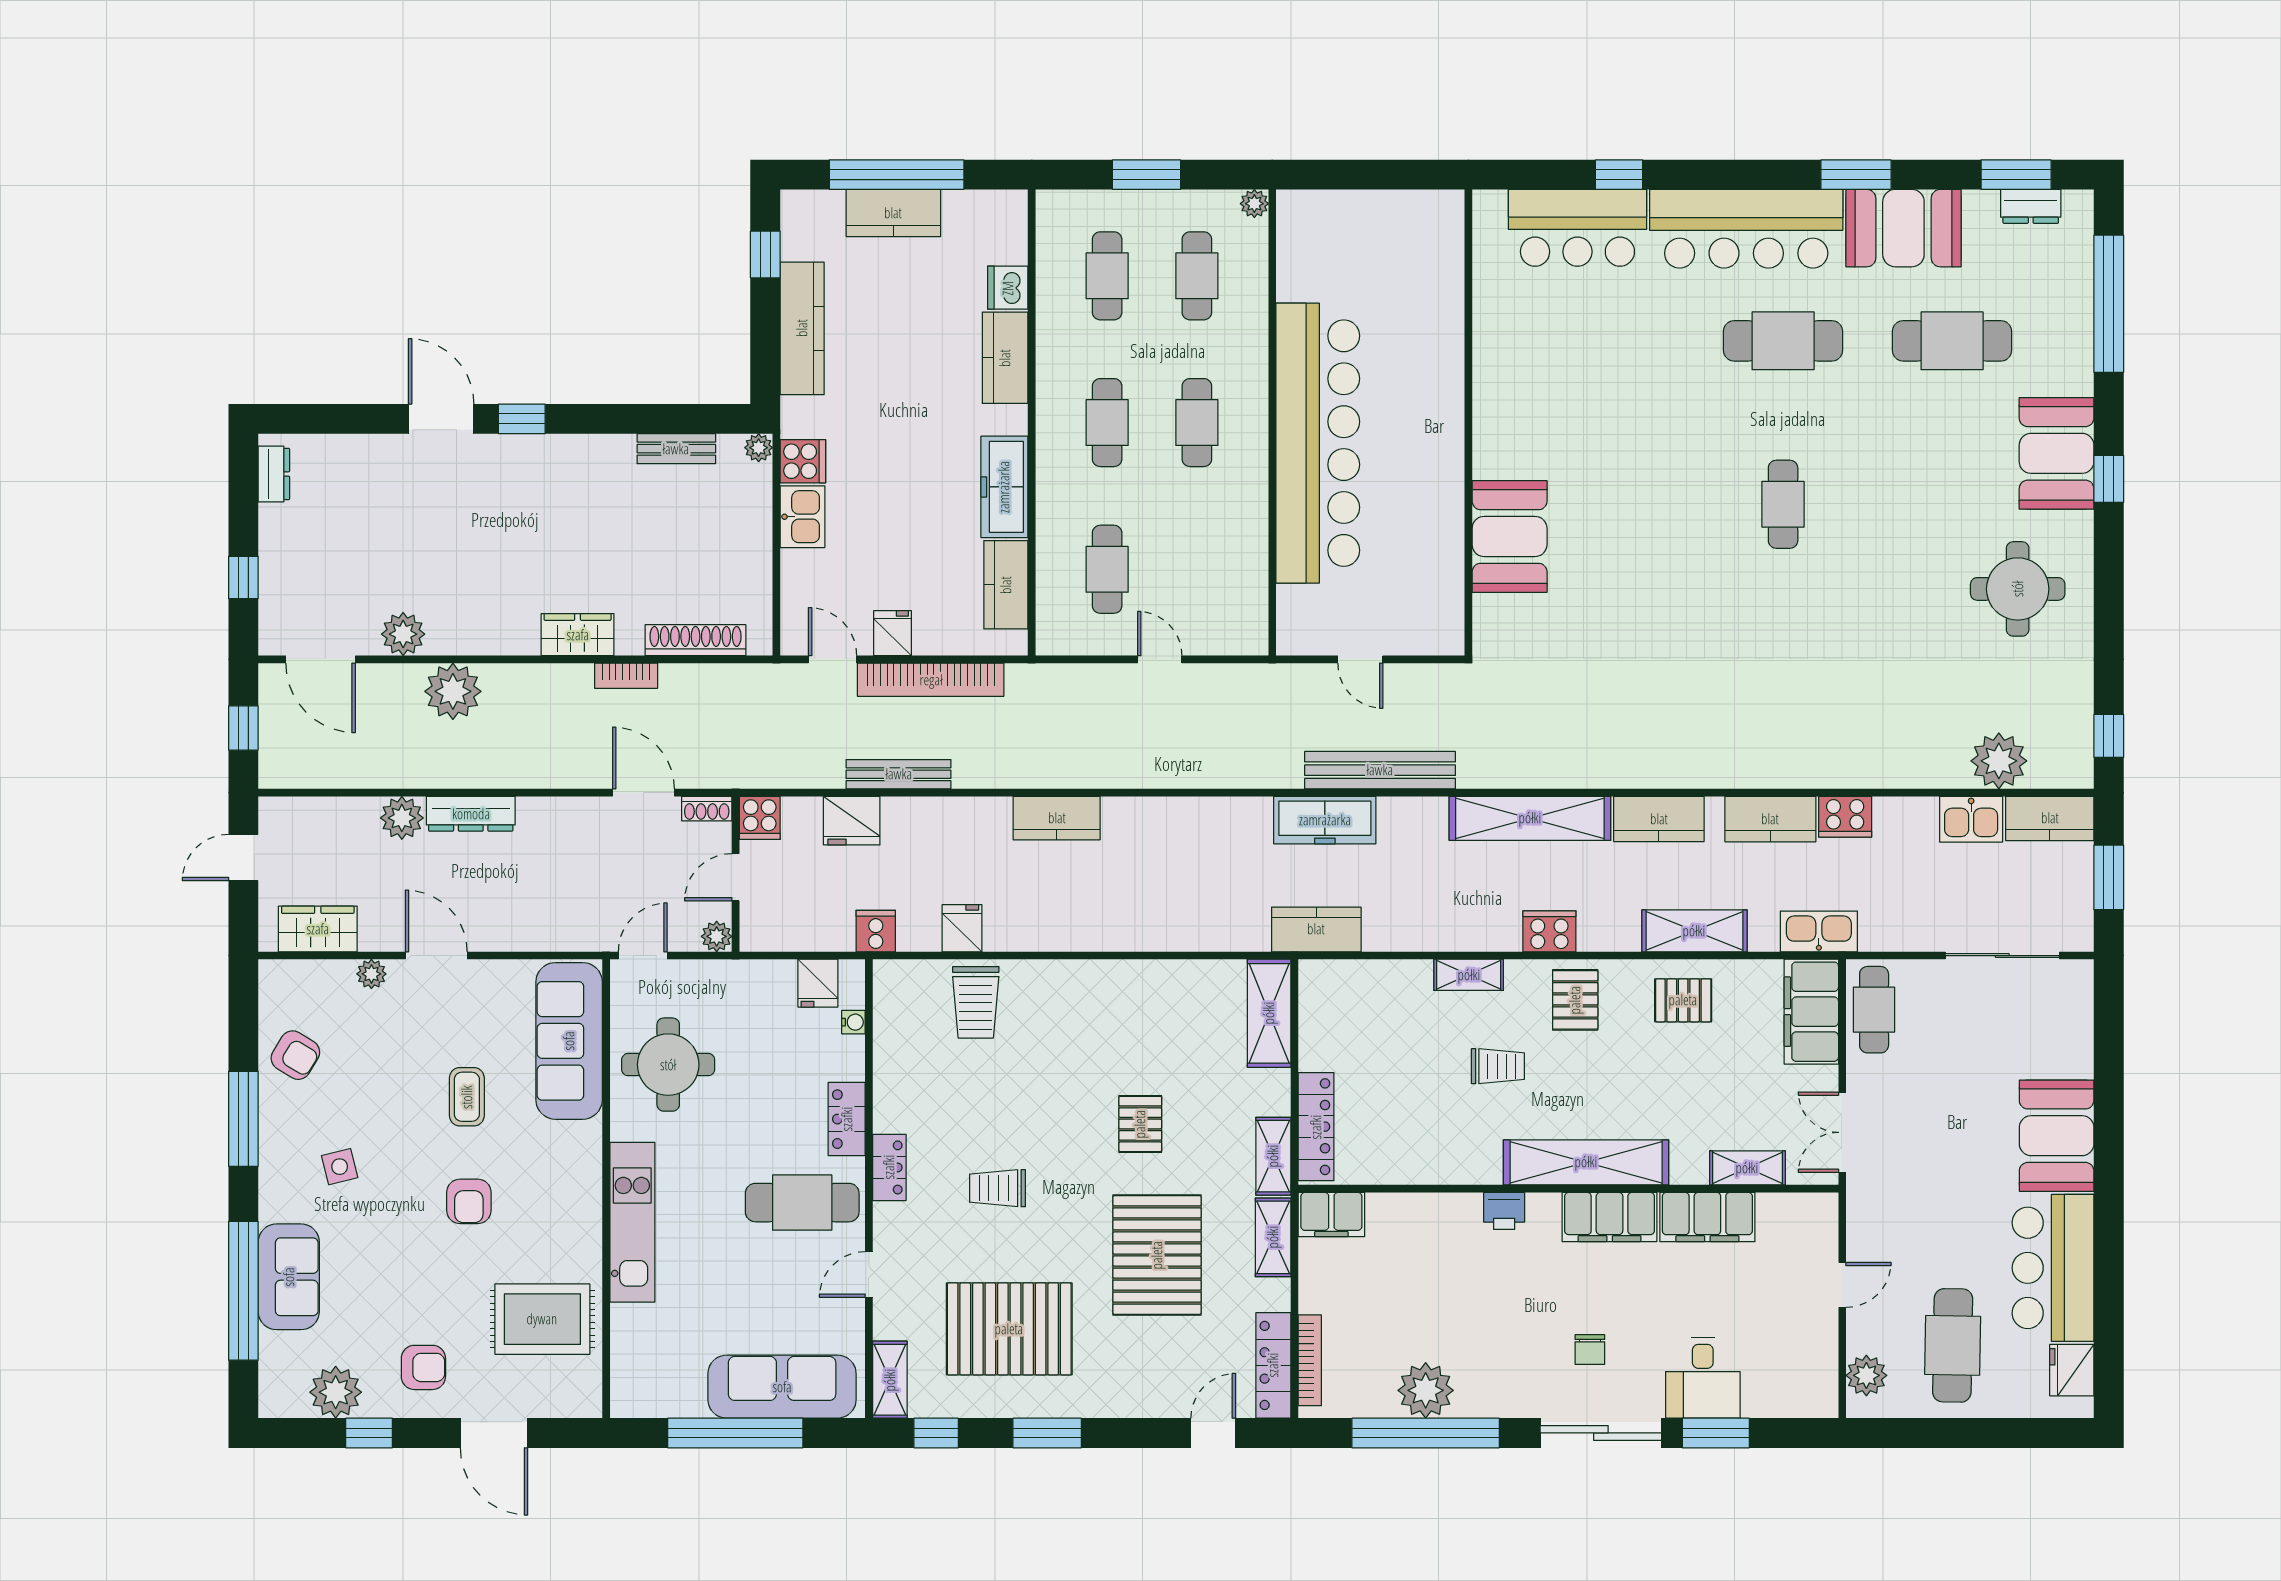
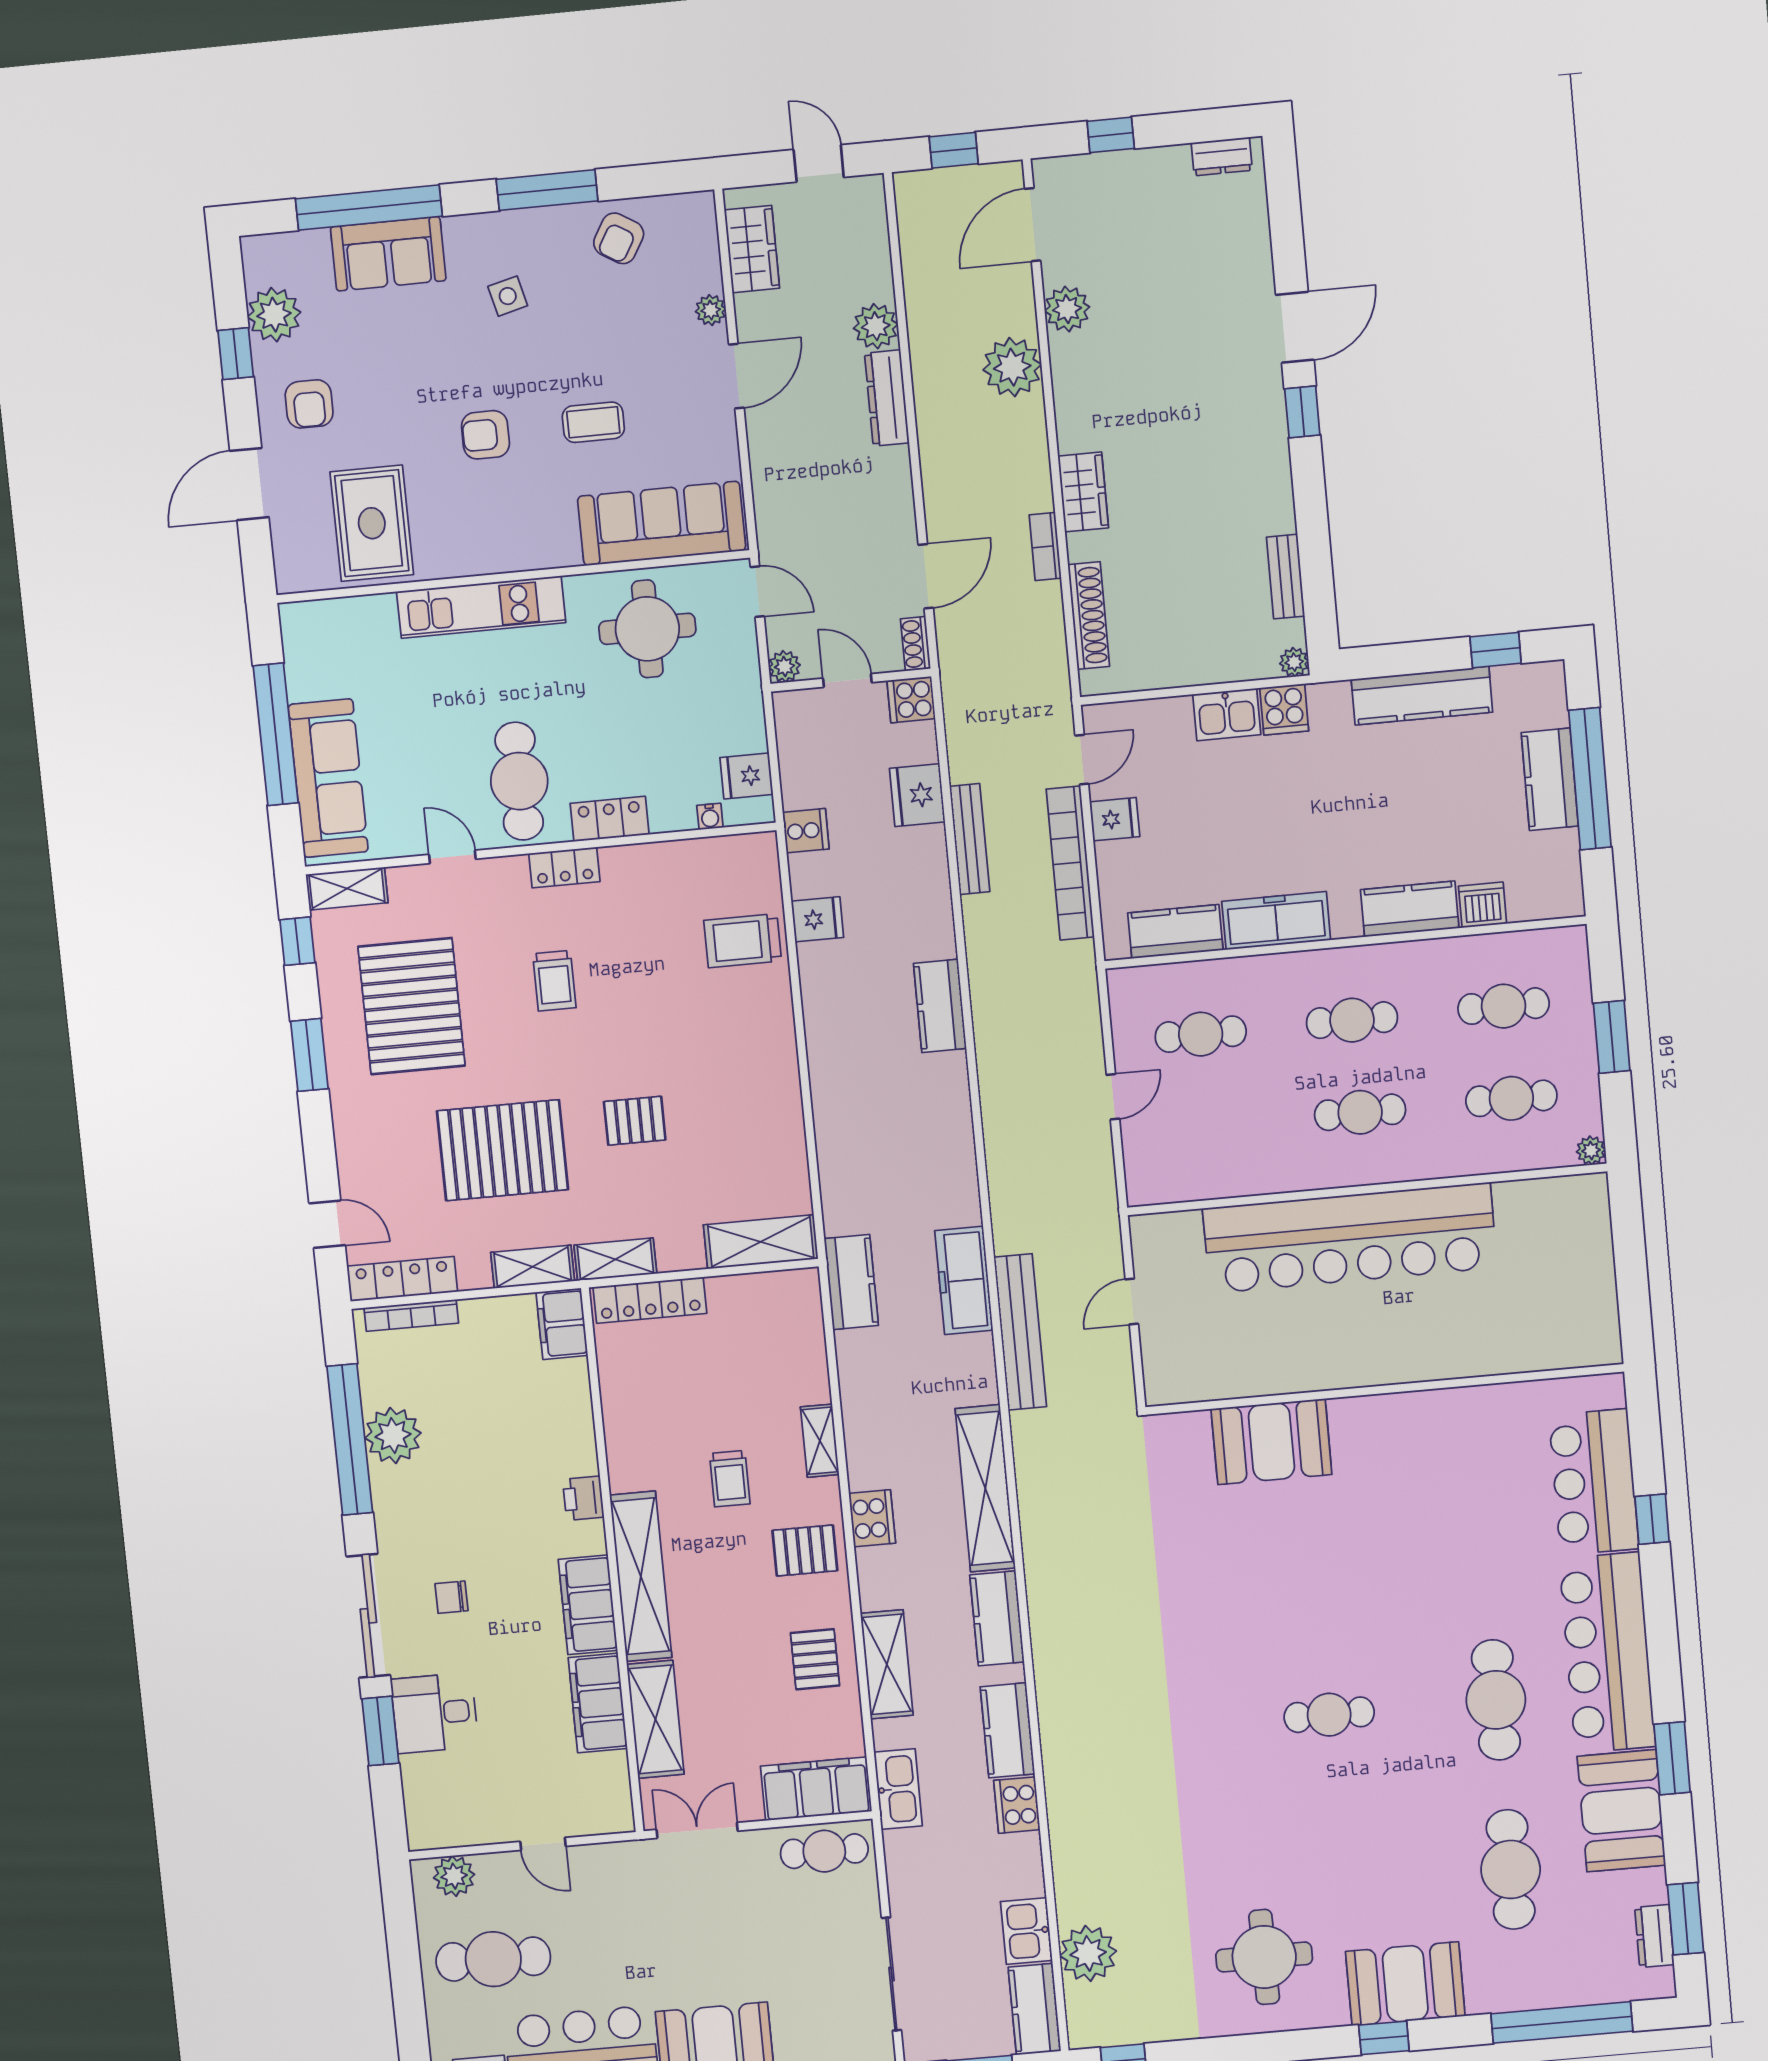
shelving: (1747, 1168) -> (655, 1719), width x1.50, depth x1.33
trolley: (998, 1188) -> (554, 981), turned 180

